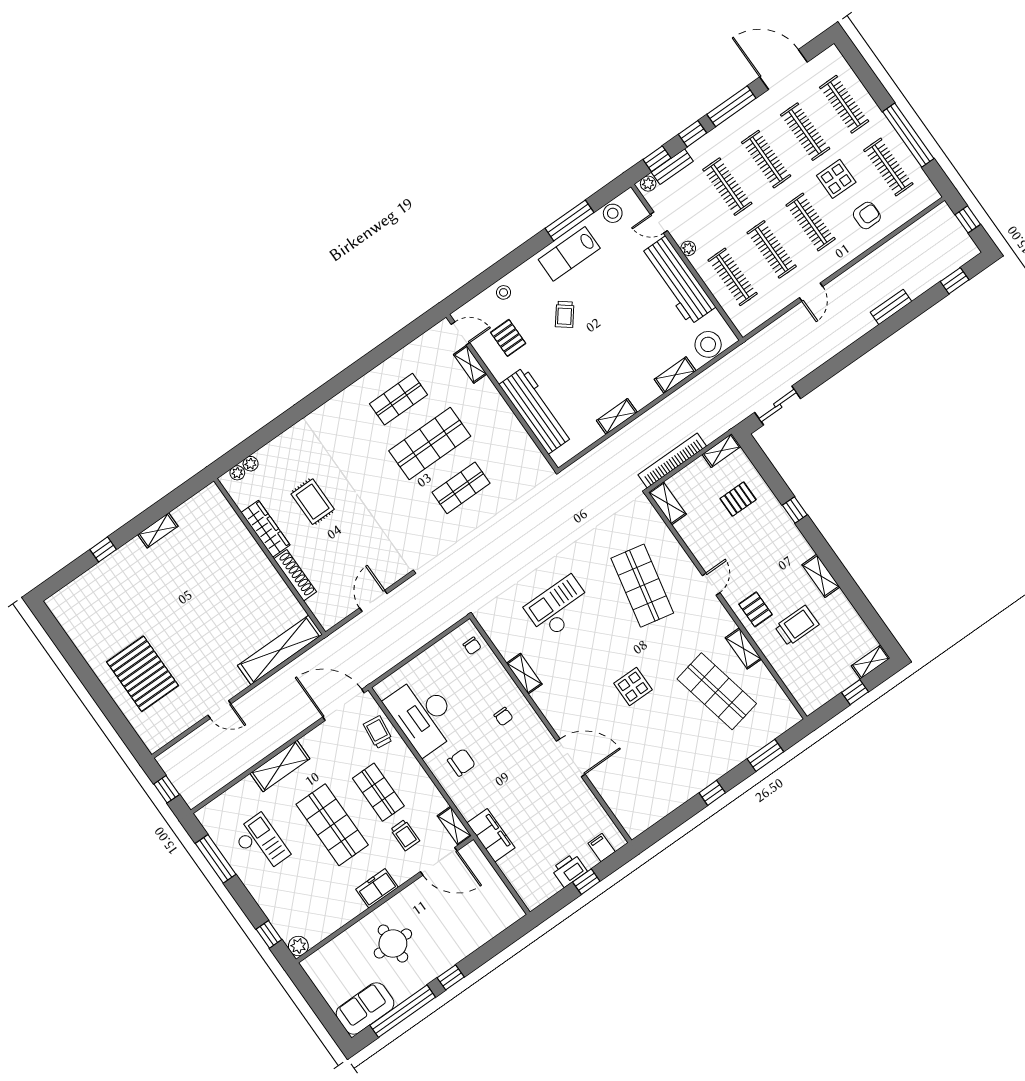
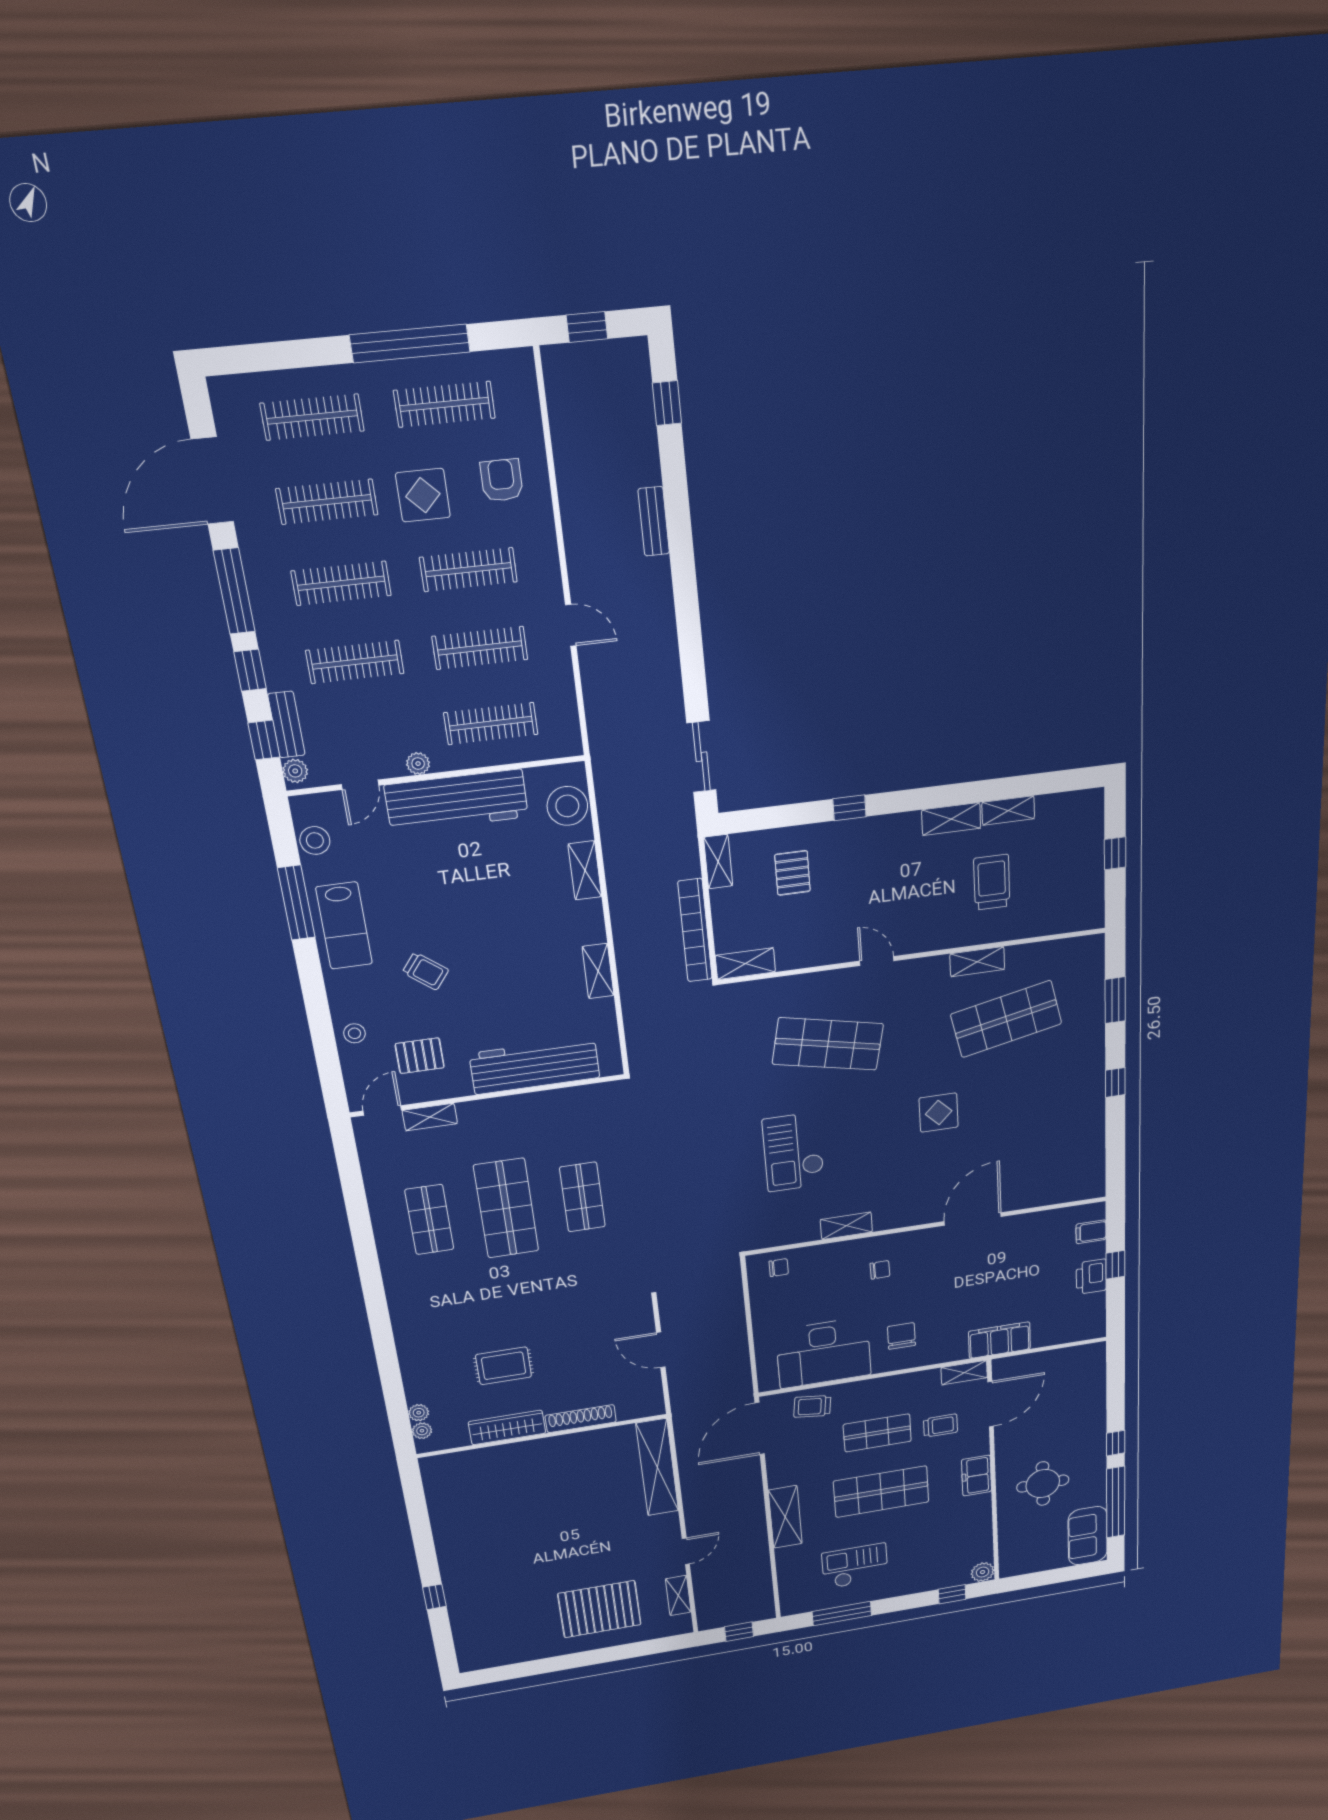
shelving: (158, 530) -> (678, 1595), moved
pallet: (756, 609) -> (941, 923), removed
shelving: (871, 662) -> (1008, 811), moved, turned 90

